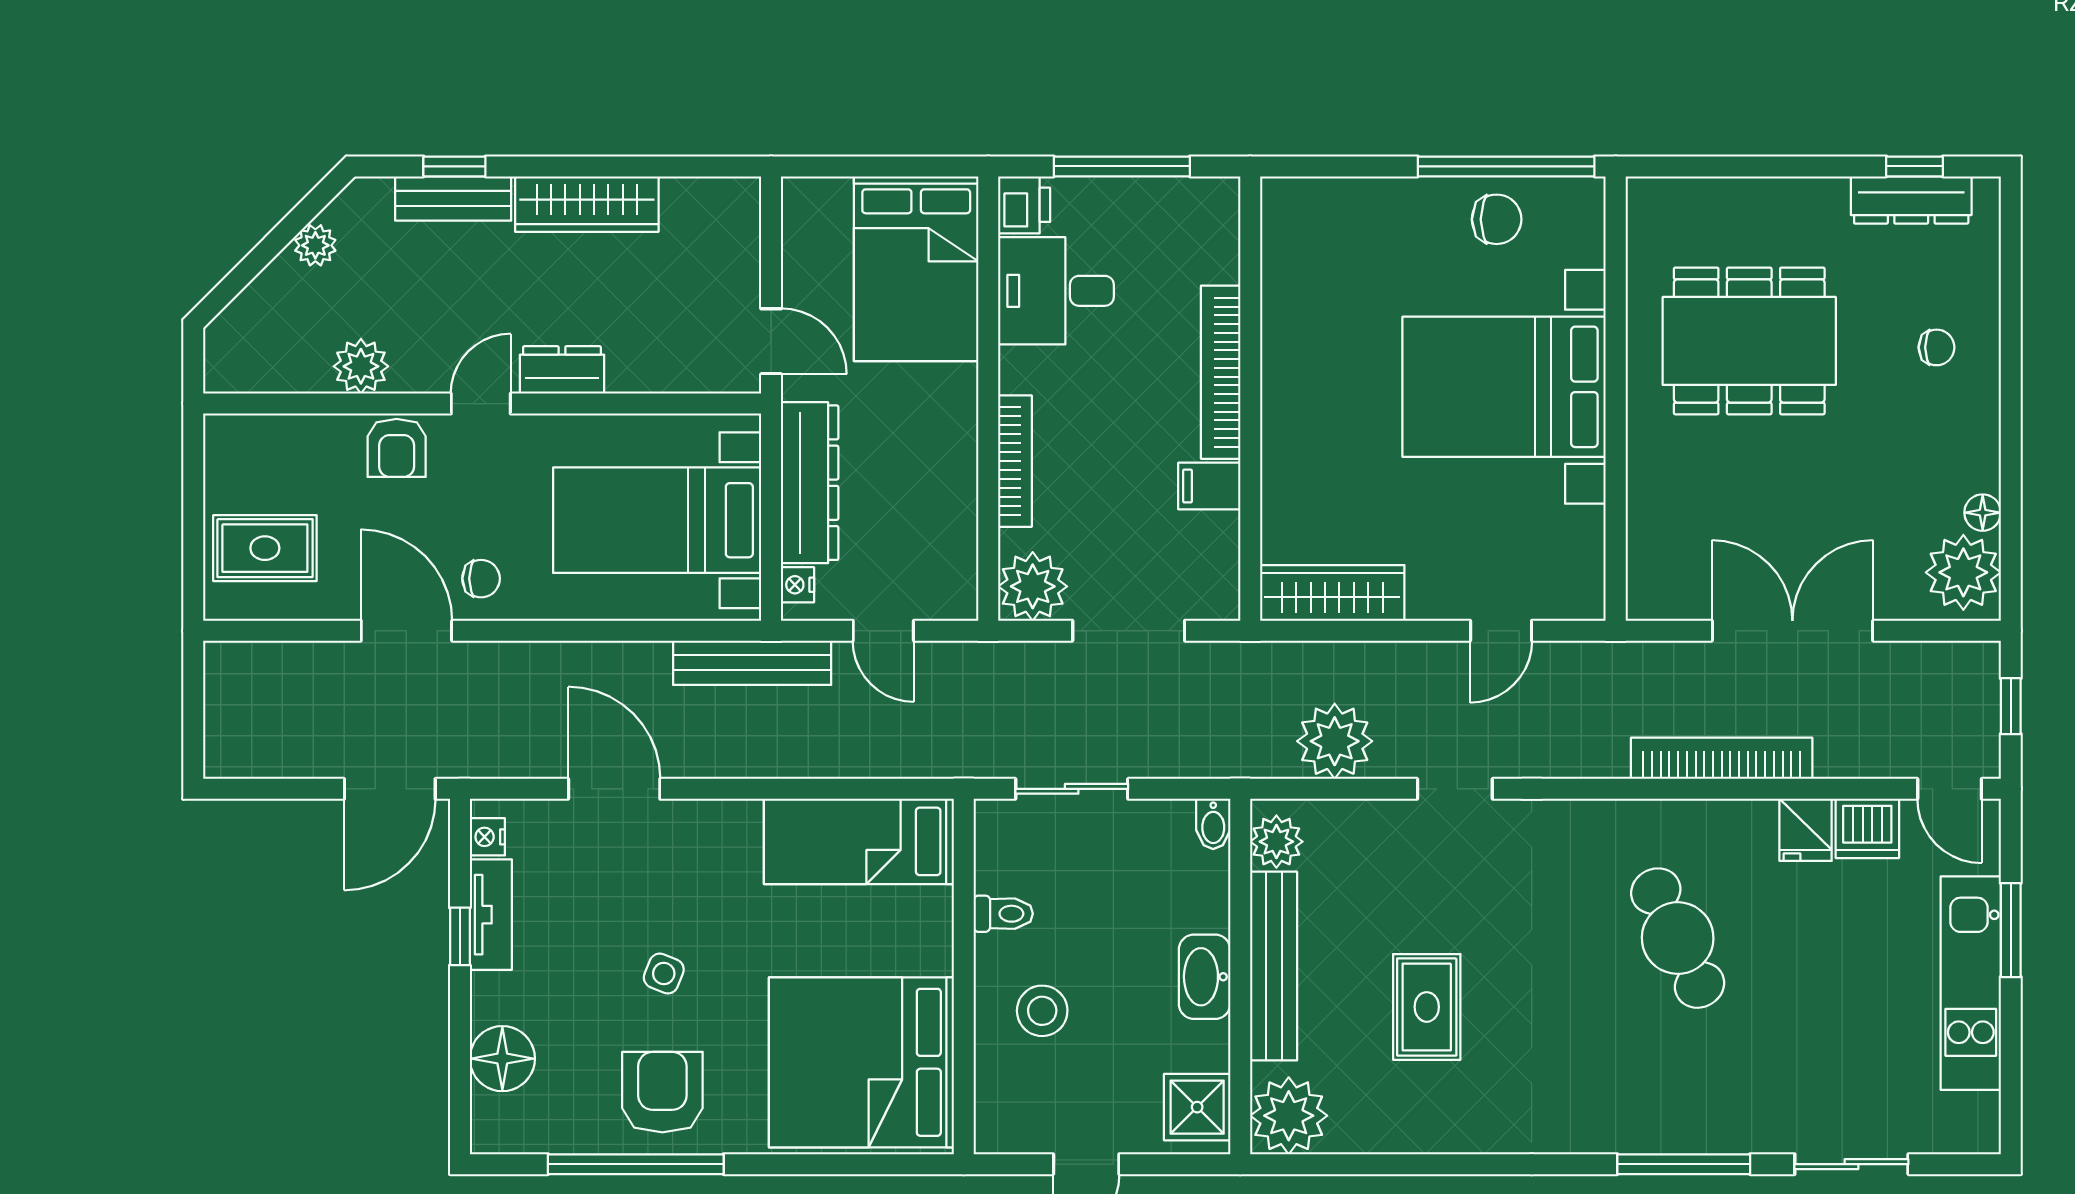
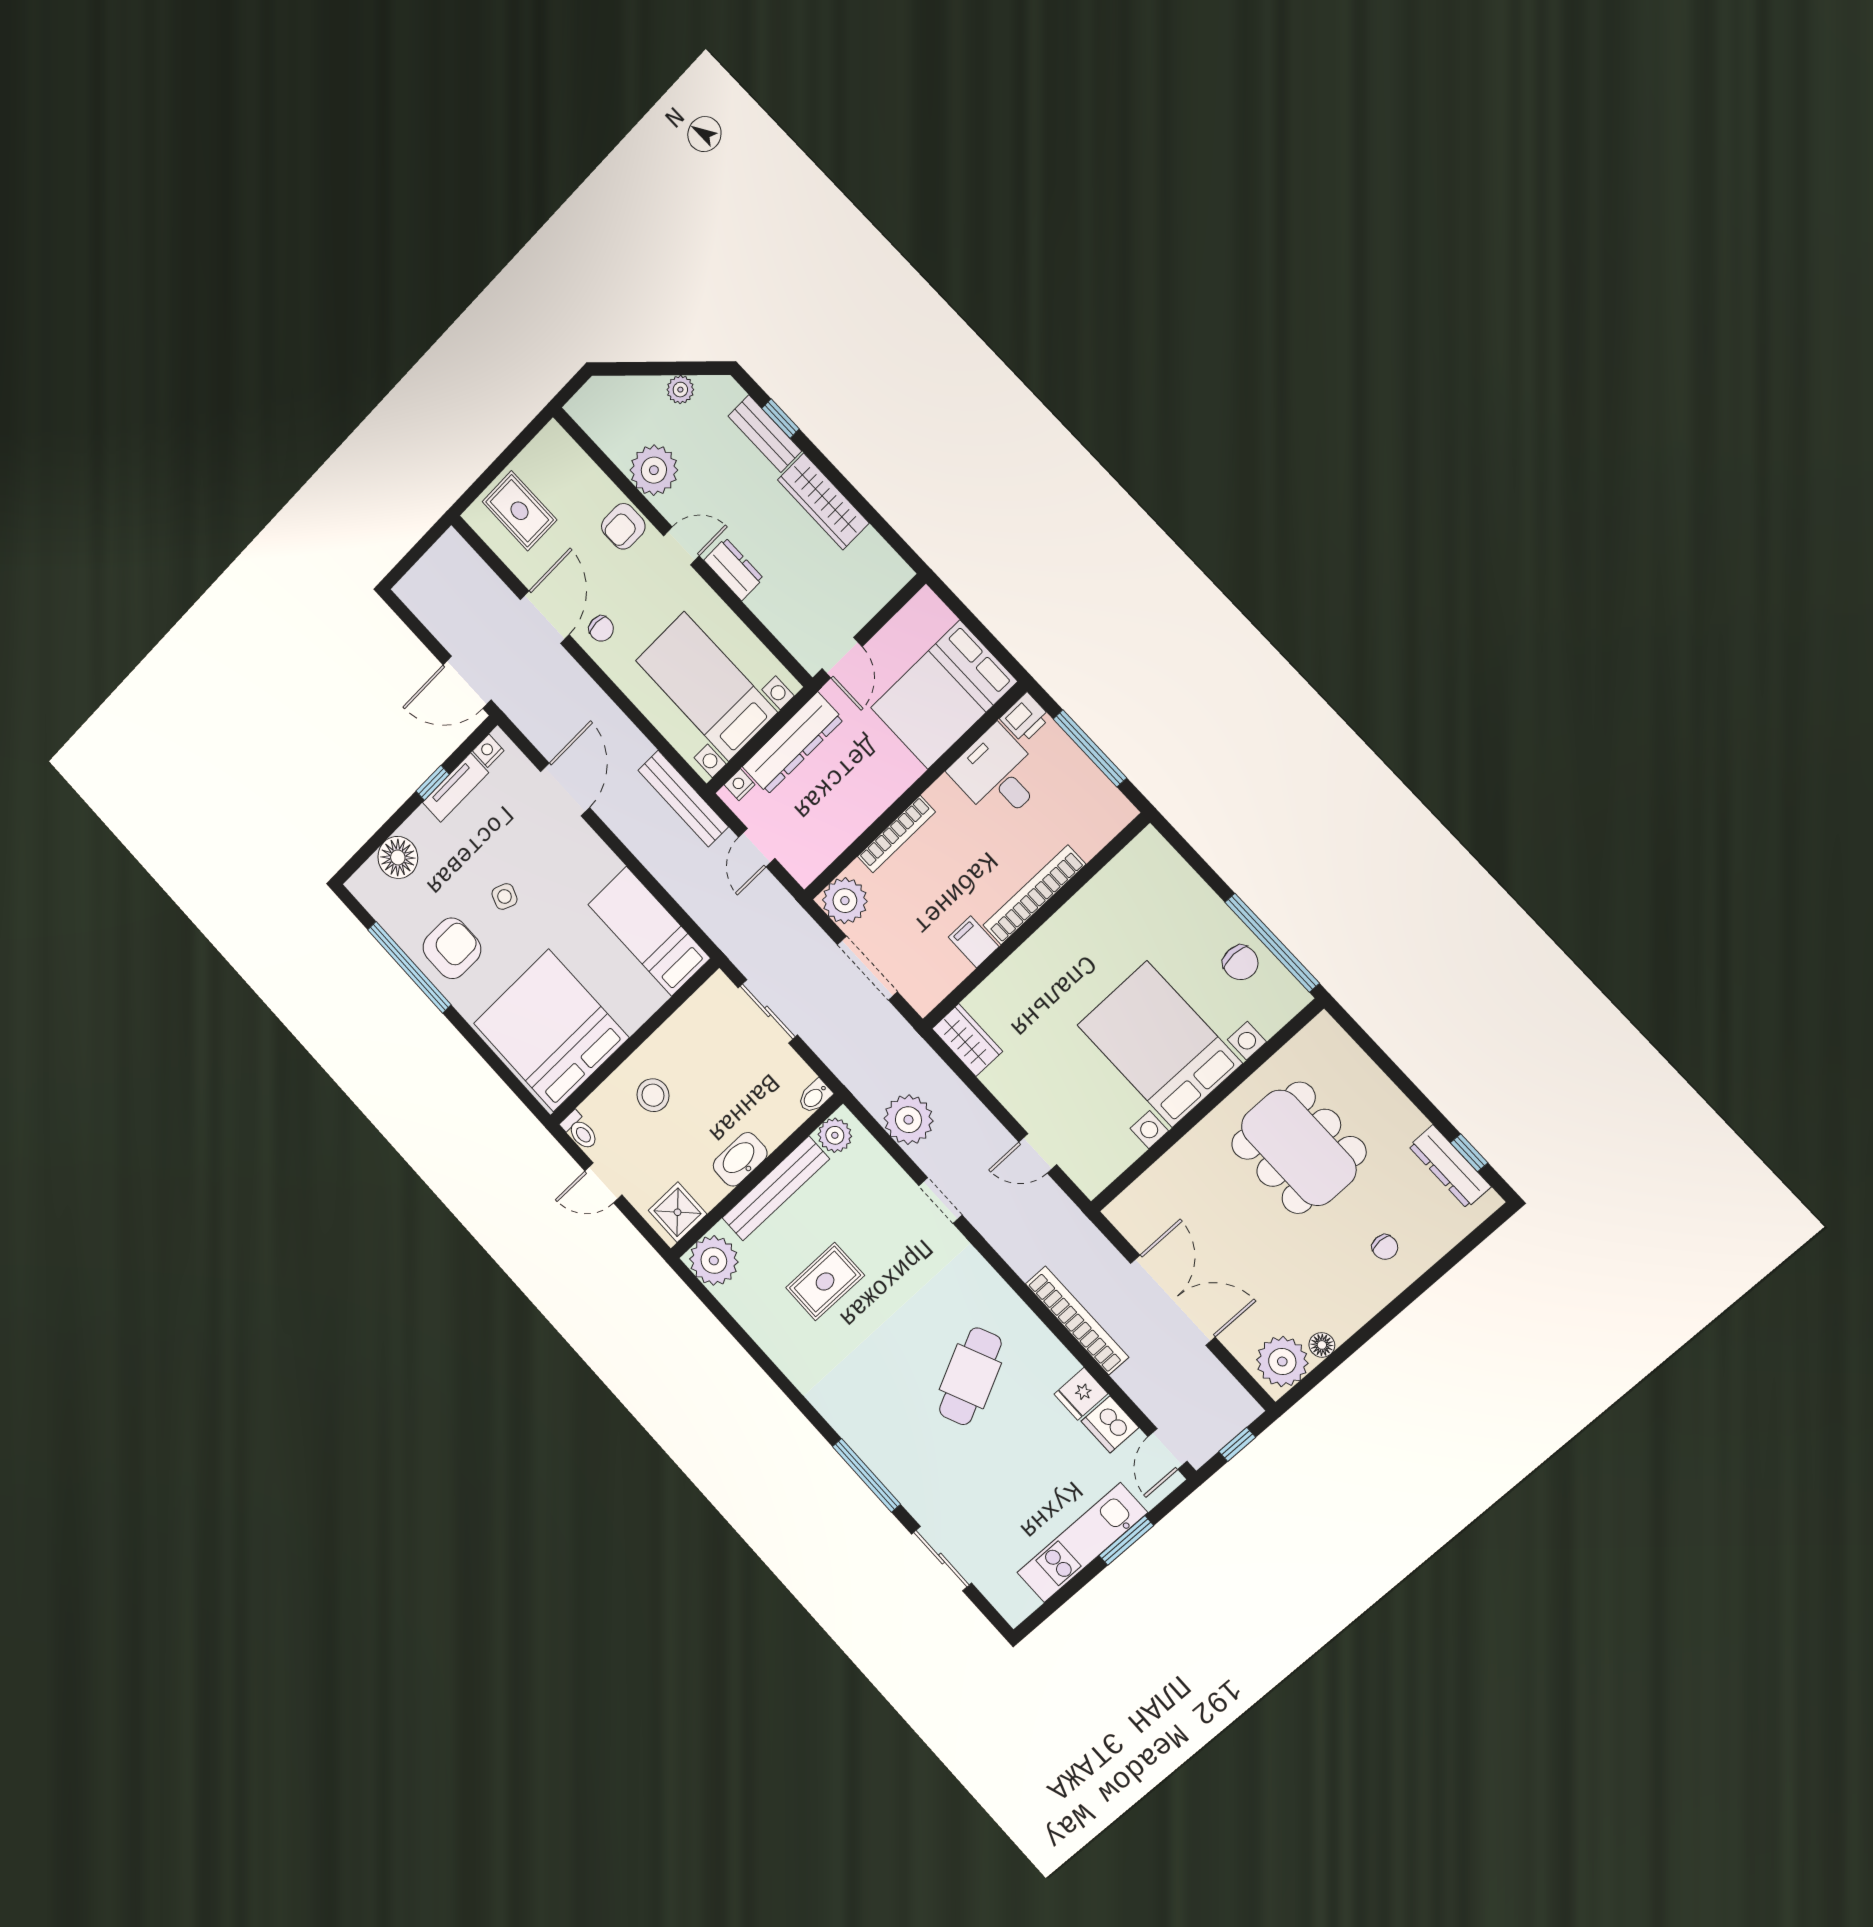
plant: (361, 366) -> (654, 470), width x1.36, depth x1.36
wardrobe: (1332, 593) -> (967, 1040), width x0.67
toilet: (1003, 914) -> (580, 1131), moved

